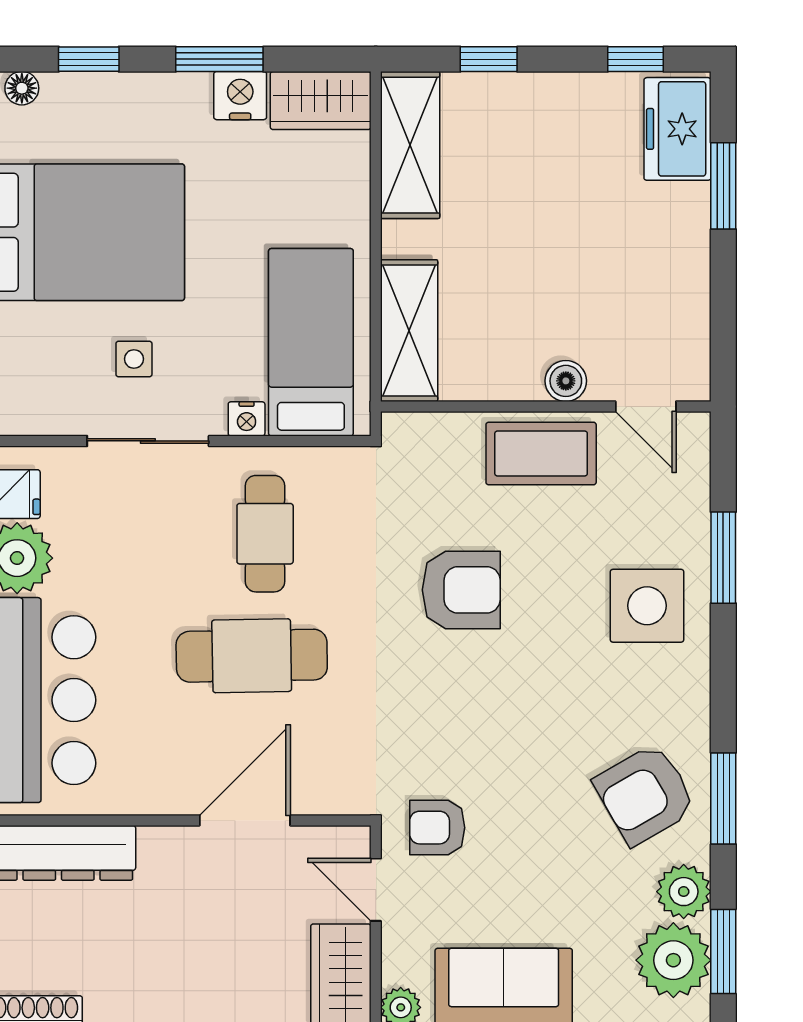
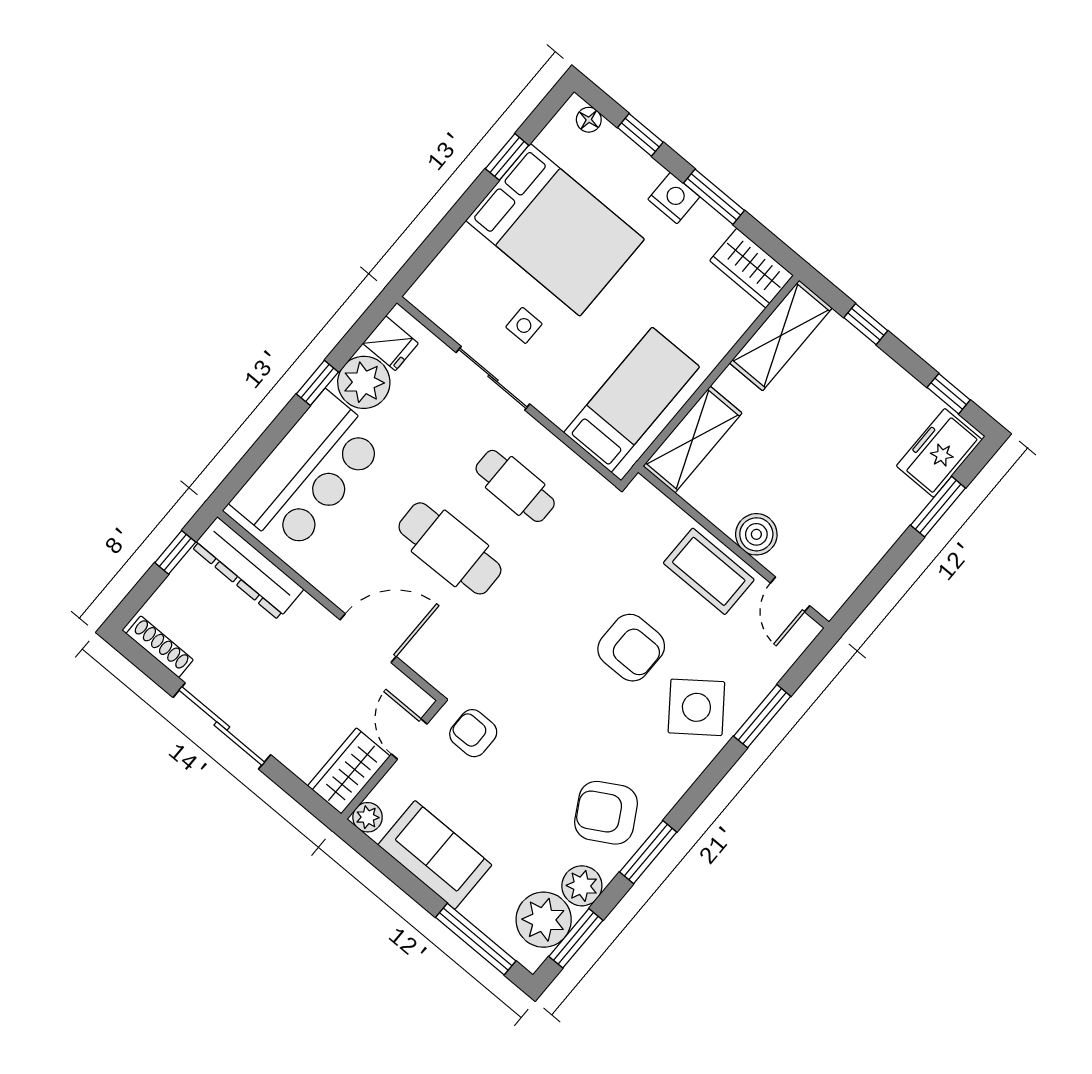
nightstand: (240, 96) -> (674, 198), moved
boiler: (566, 381) -> (756, 534), width x1.36, depth x1.36
nightstand: (247, 419) -> (559, 412), removed
cafe table: (265, 534) -> (515, 486), turned 90
armchair: (461, 590) -> (631, 648), moved
side table: (647, 606) -> (696, 707), turned -37

